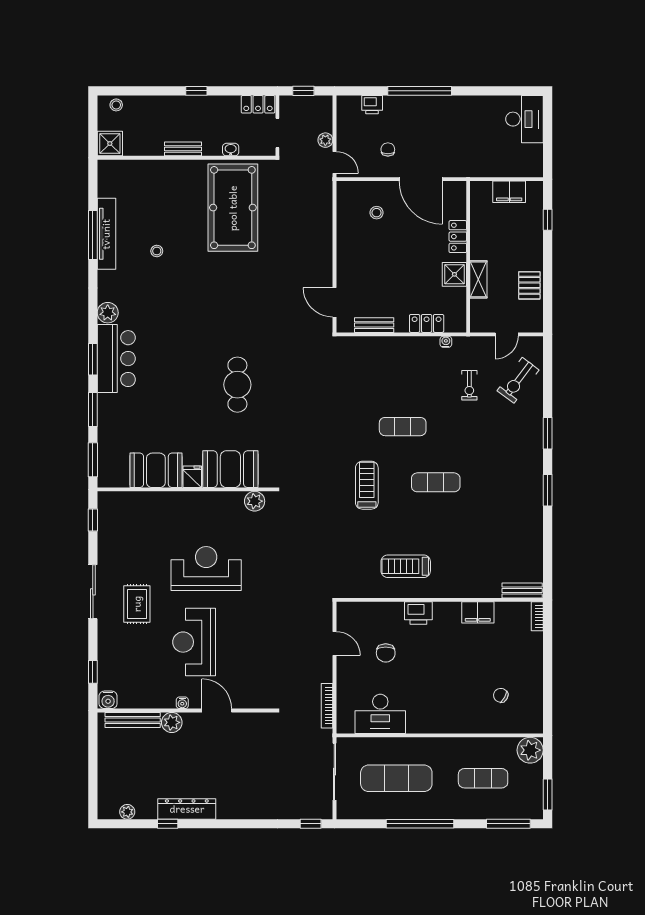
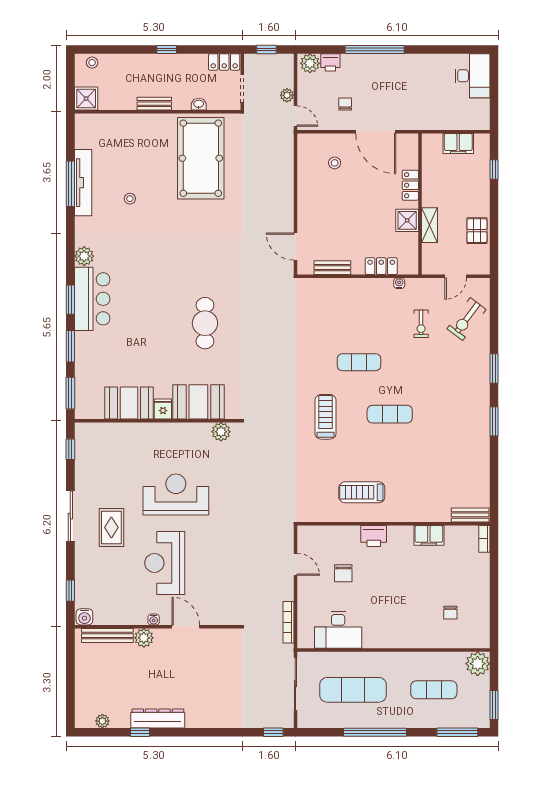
plant: (350, 106) -> (310, 63), added
chair: (501, 695) -> (450, 613), turned -119

